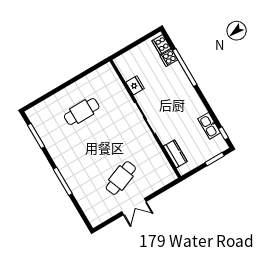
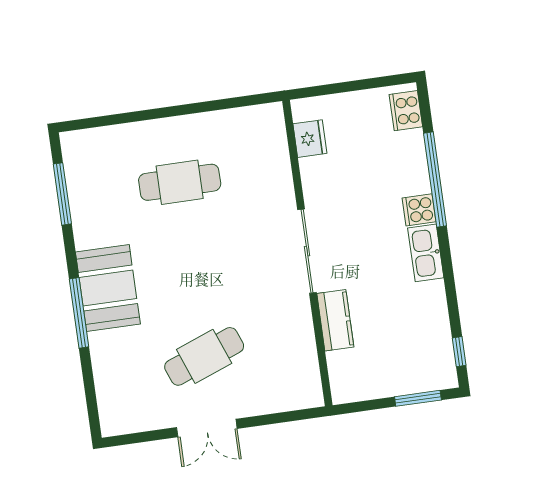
cooker: (169, 58) -> (419, 210), moved
fridge: (135, 85) -> (310, 139), moved
kitchen sink: (209, 126) -> (426, 253), moved
kitchen counter: (175, 154) -> (335, 320), moved
booth: (70, 166) -> (108, 288), added

